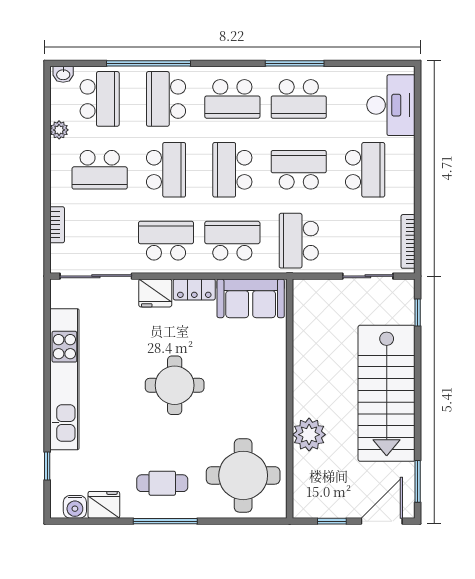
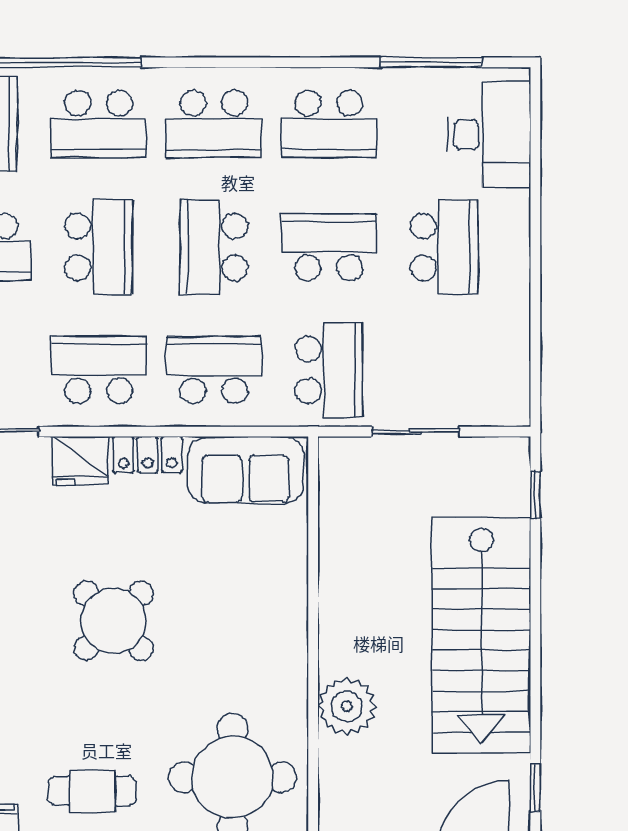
window: (295, 63) -> (431, 62), moved
school desk: (166, 99) -> (99, 124), turned -90
school desk: (299, 241) -> (329, 370), turned 180
bookcase: (408, 241) -> (519, 371), removed
sliding door: (368, 276) -> (416, 432), moved
round table: (175, 385) -> (114, 621), turned 45
window: (418, 481) -> (535, 788), width x0.67

